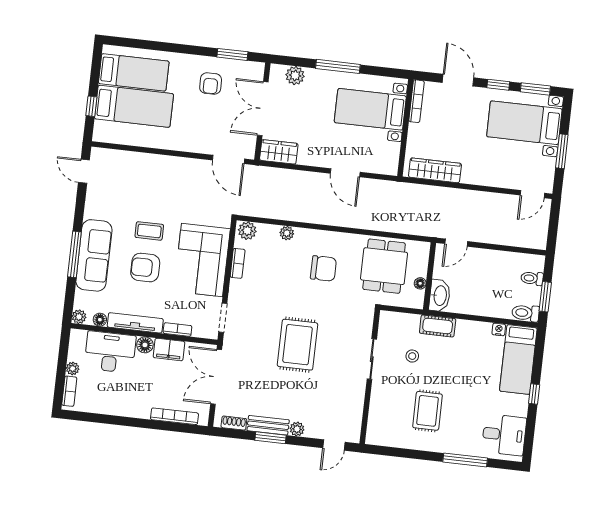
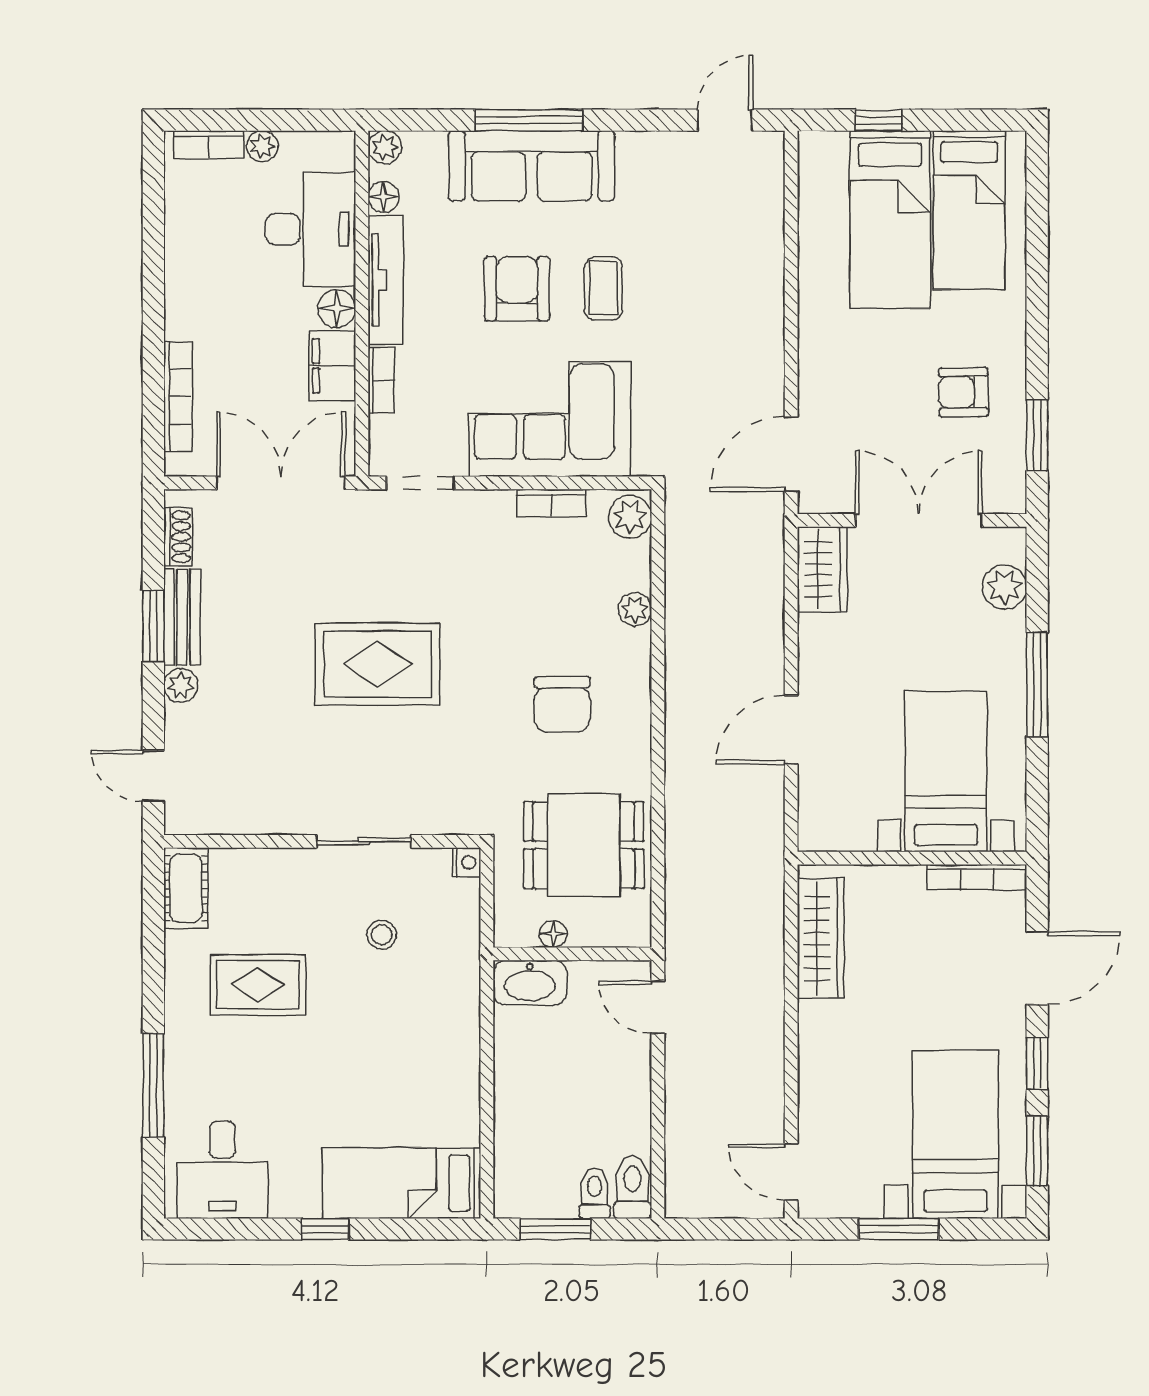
toilet: (525, 313) -> (633, 1187), moved
cot: (438, 326) -> (186, 888), moved
nightstand: (499, 329) -> (467, 862), moved

